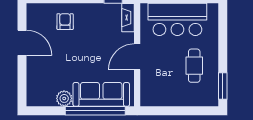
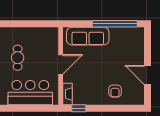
plant: (64, 98) -> (116, 33), removed
window: (95, 111) -> (115, 24), moved

